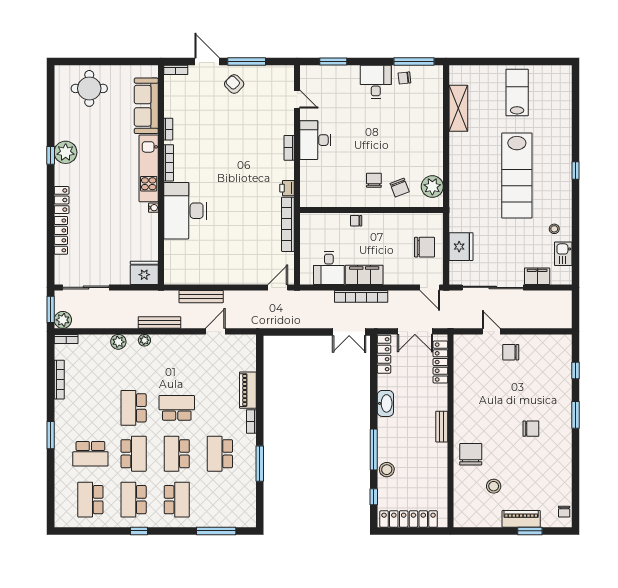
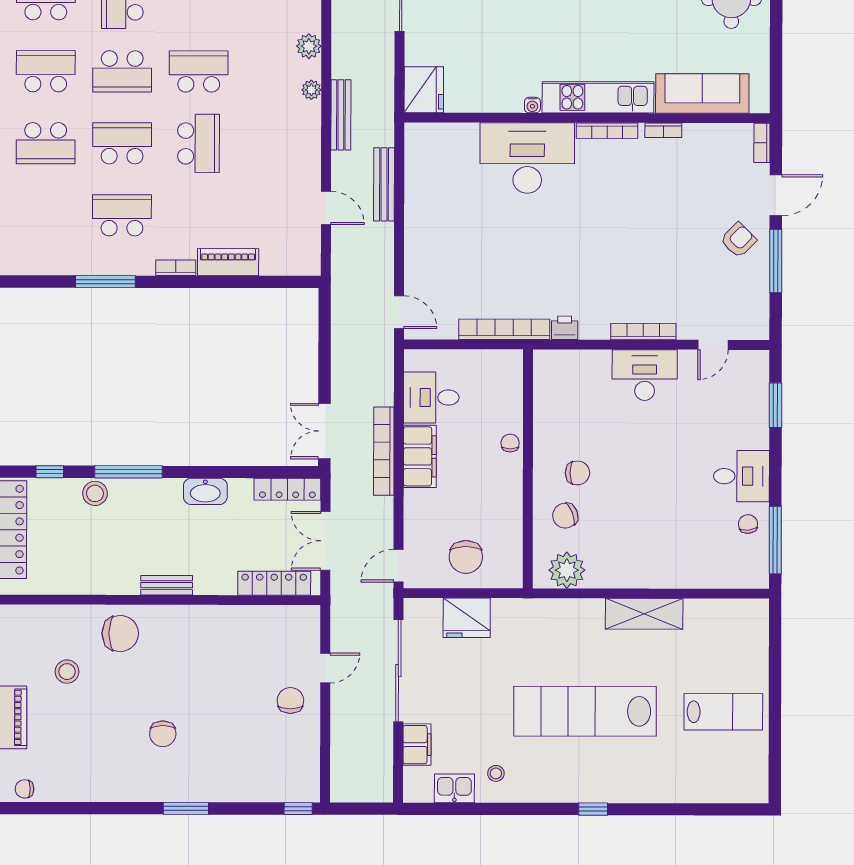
shelving: (458, 108) -> (644, 614), moved
bookcase: (289, 148) -> (643, 332), width x1.56
window: (576, 371) -> (298, 809), moved

